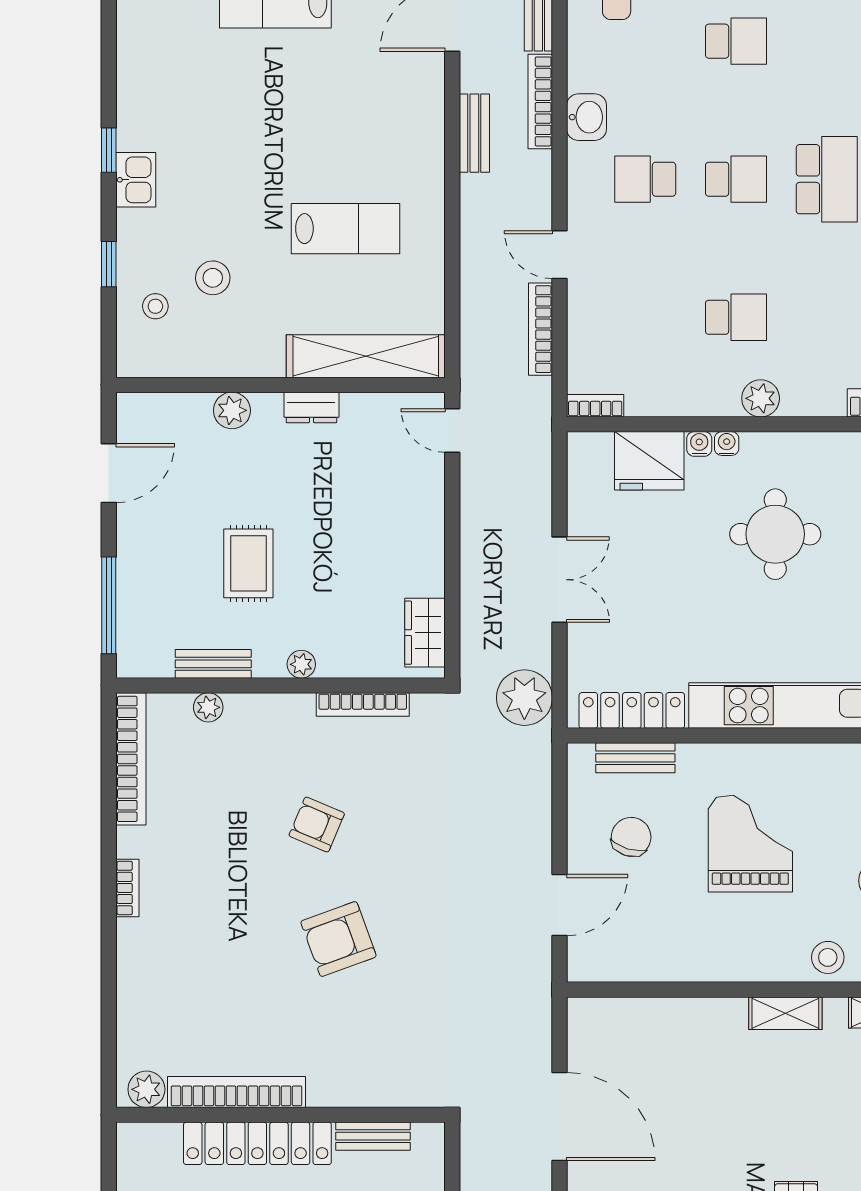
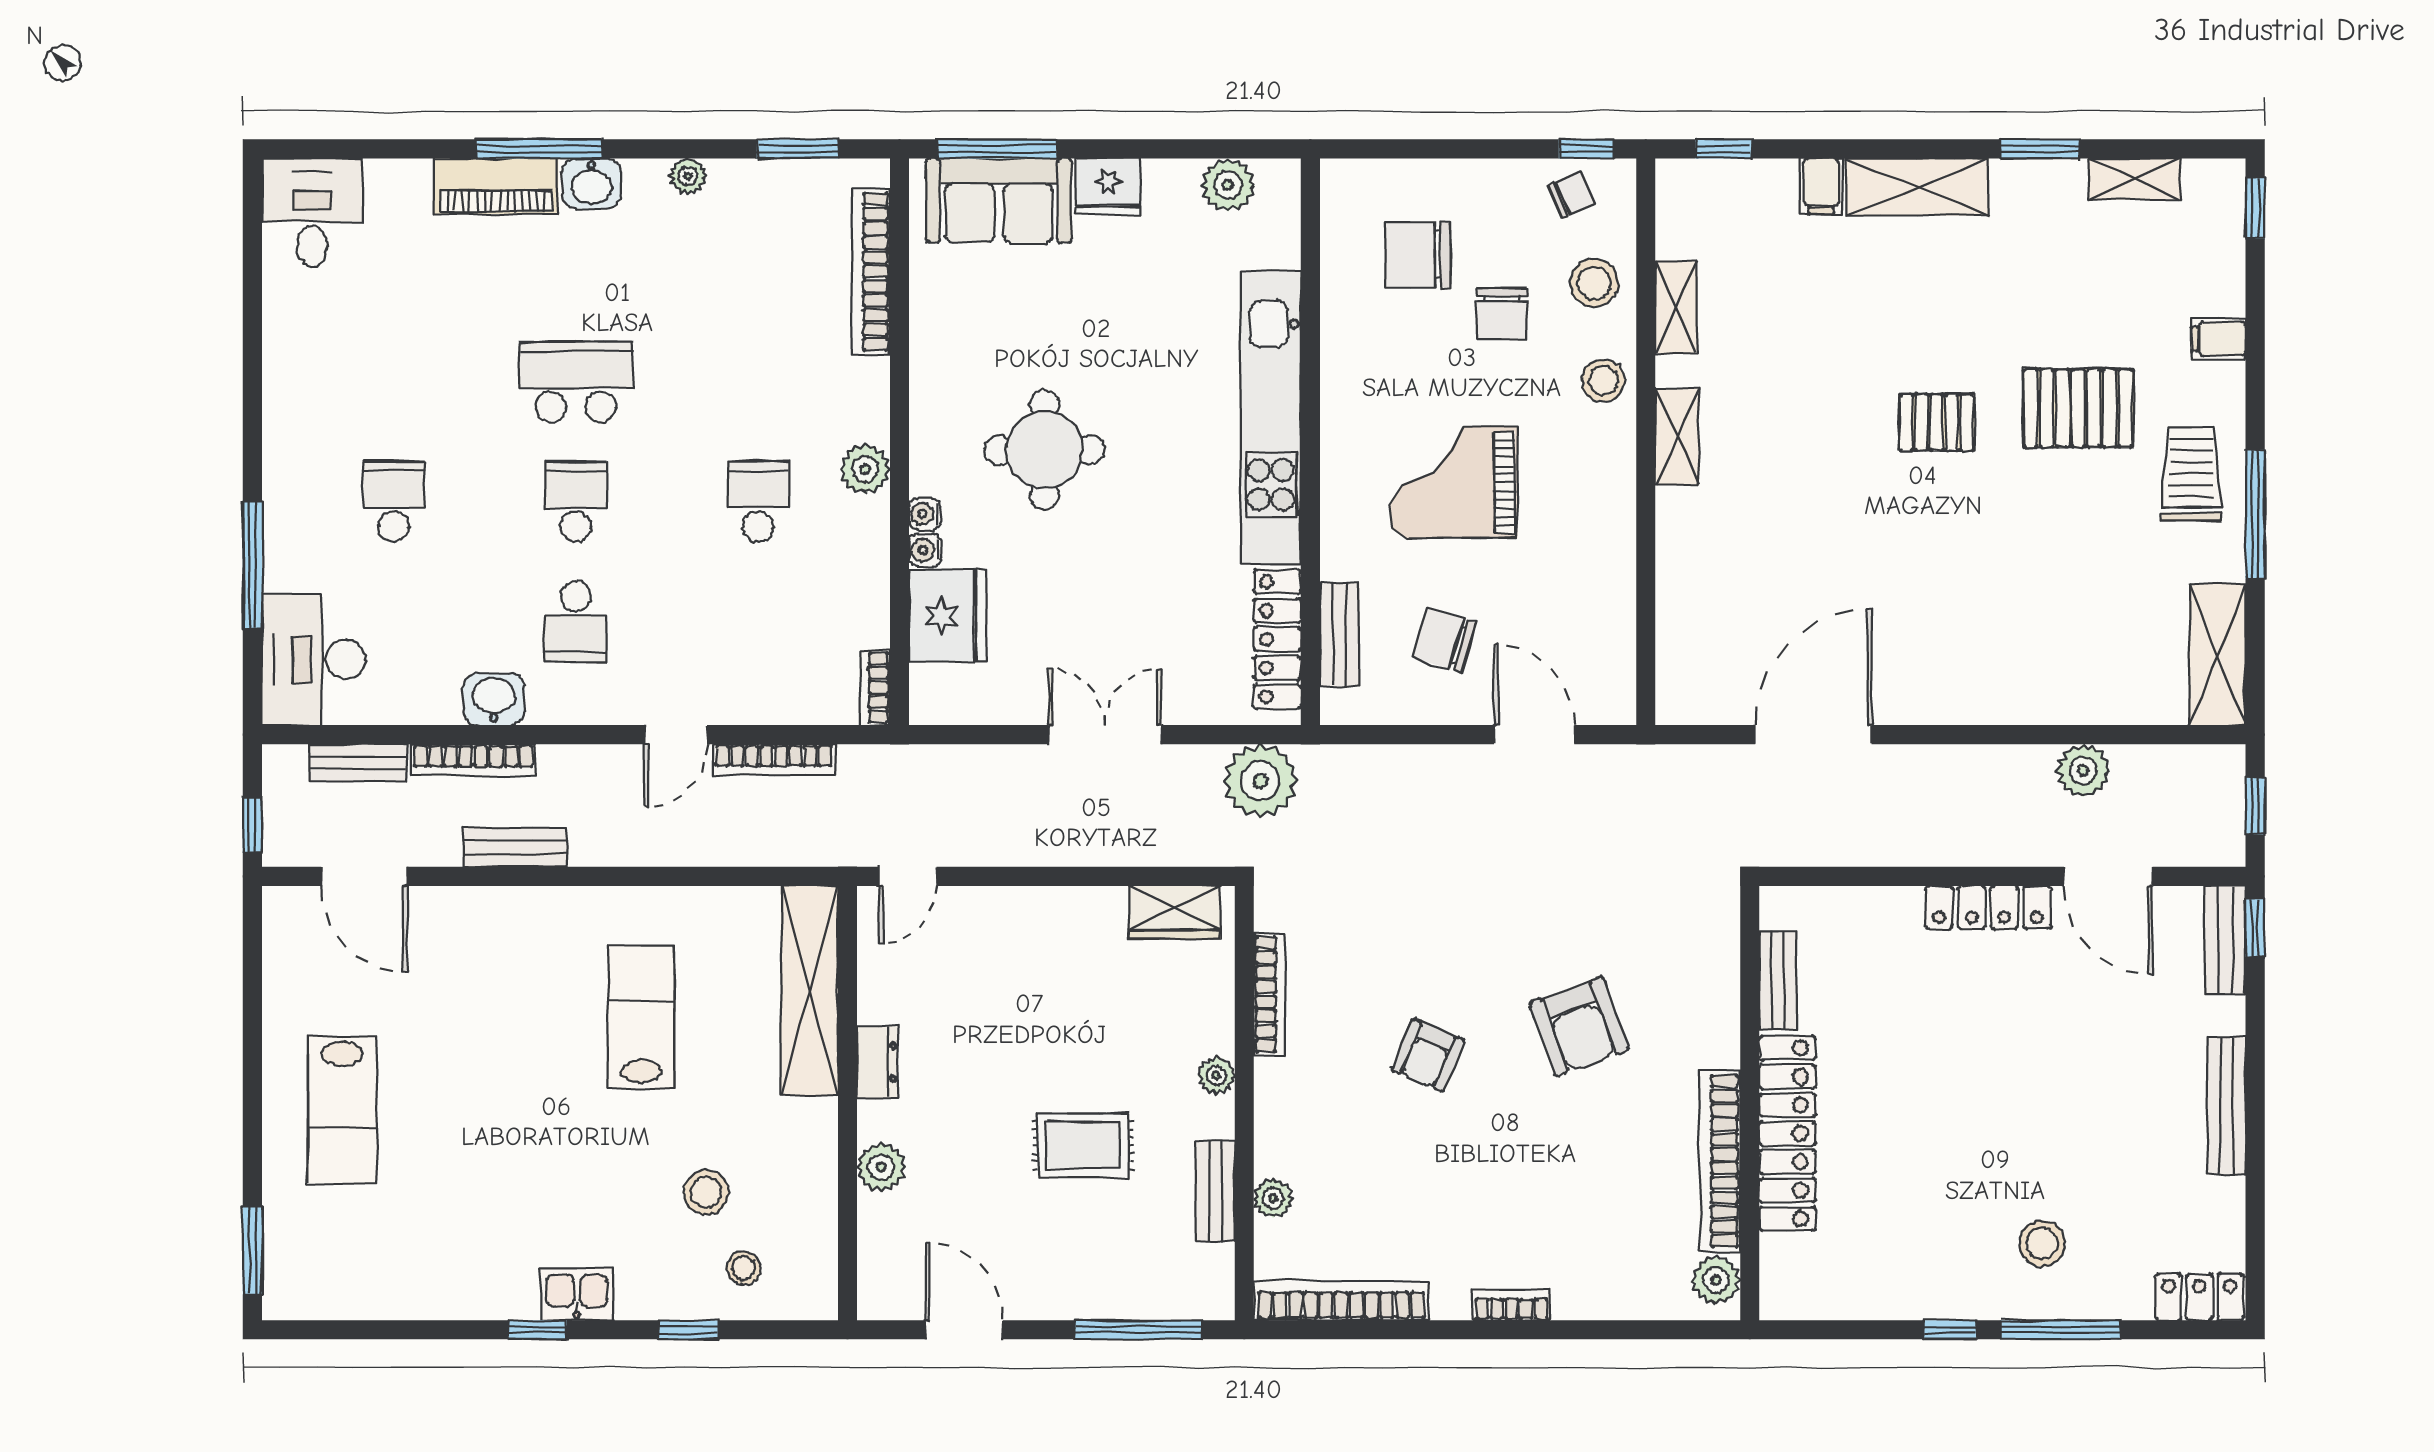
plant: (146, 1089) -> (1716, 1280), moved
bookcase: (236, 1092) -> (1720, 1161), moved
wall: (280, 1115) -> (1750, 1103), moved
bench: (373, 1136) -> (1778, 981), moved
locker: (257, 1143) -> (1787, 1133), moved

